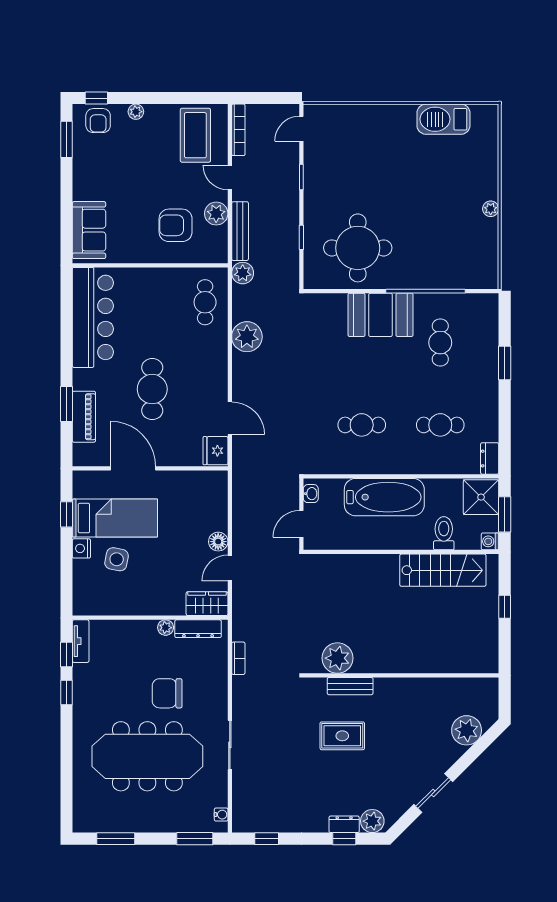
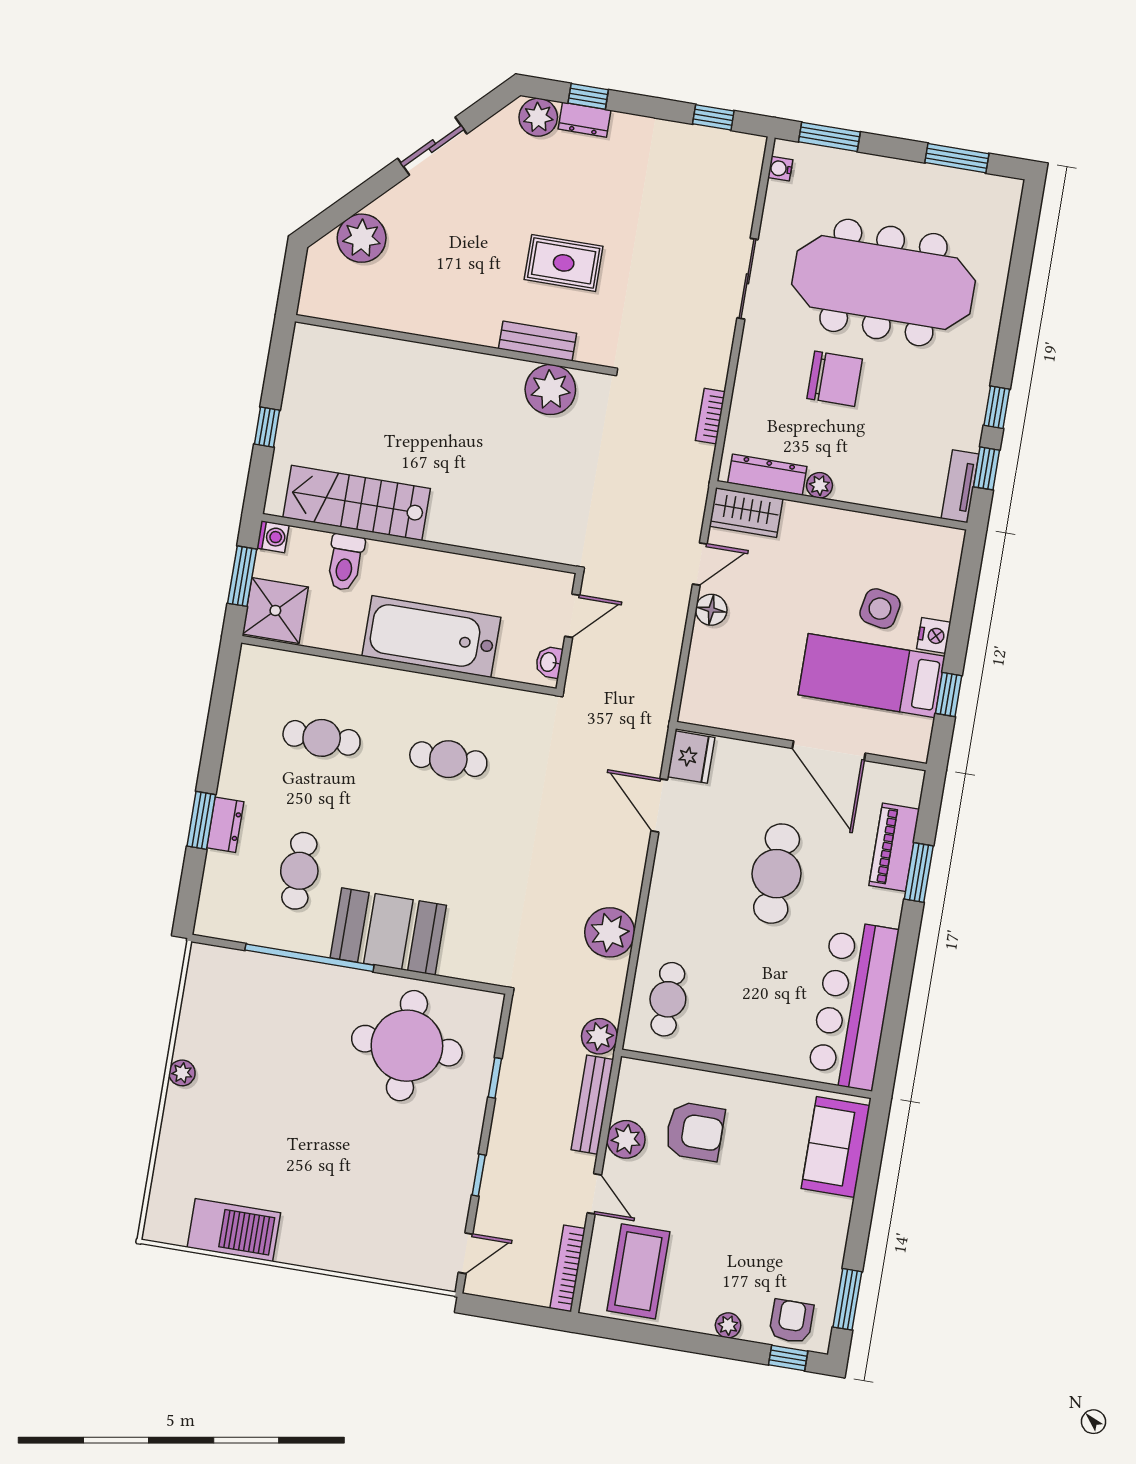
dresser: (490, 458) -> (225, 825), moved

